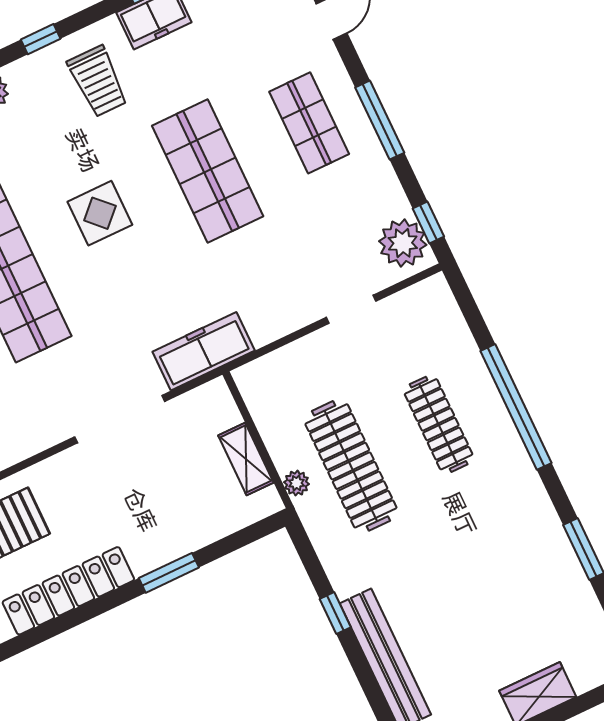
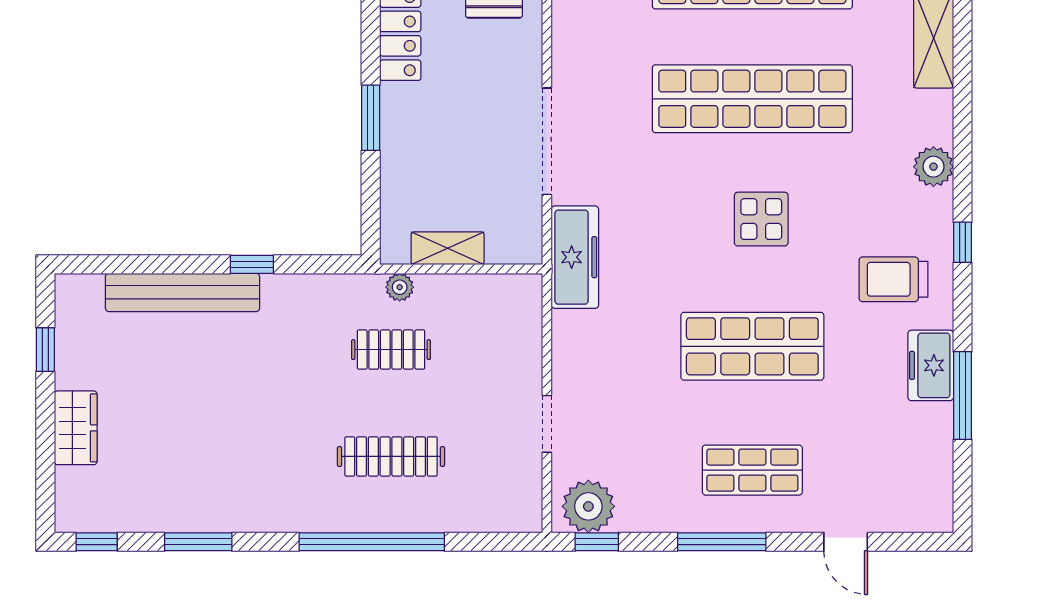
clothes rail: (351, 466) -> (391, 350), width x0.54, depth x0.76

